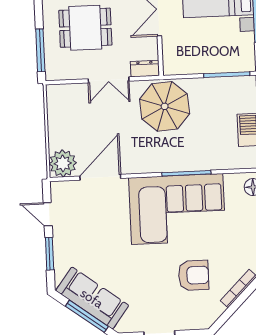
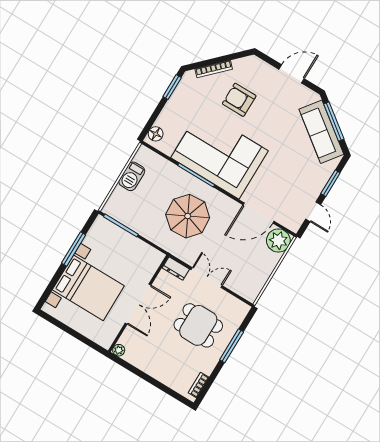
window: (40, 50) -> (232, 346), moved
parasol: (165, 106) -> (188, 216), moved

